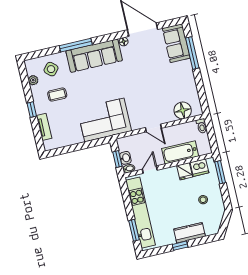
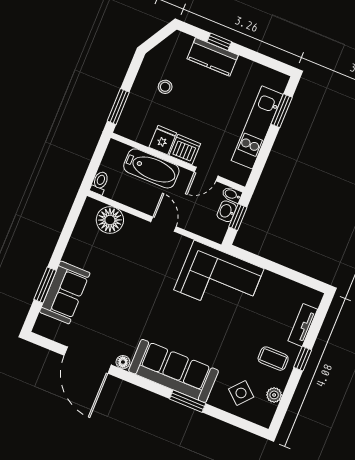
sofa: (176, 43) -> (65, 292), moved
window: (76, 45) -> (188, 401), width x0.69
window: (192, 53) -> (45, 285), width x0.69
coffee table: (57, 95) -> (273, 359), moved
dishwasher: (199, 168) -> (185, 150), moved
kitchen unit: (140, 213) -> (257, 127), width x0.73
window: (180, 246) -> (219, 42), moved

